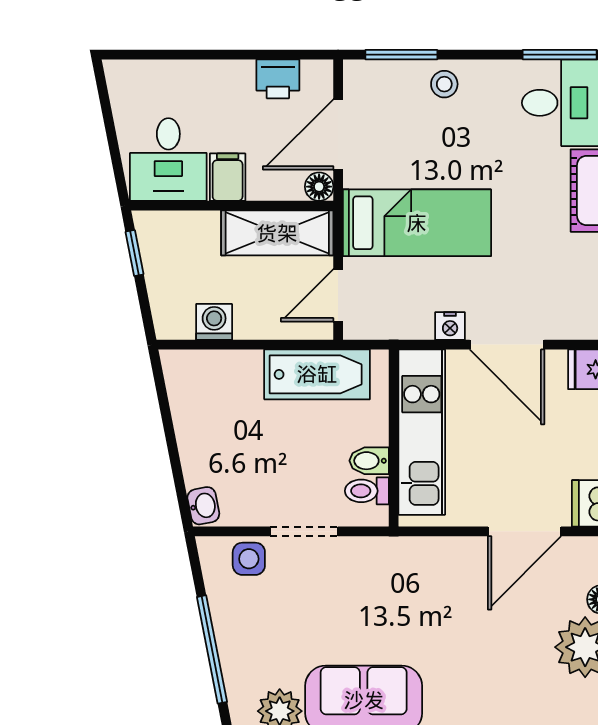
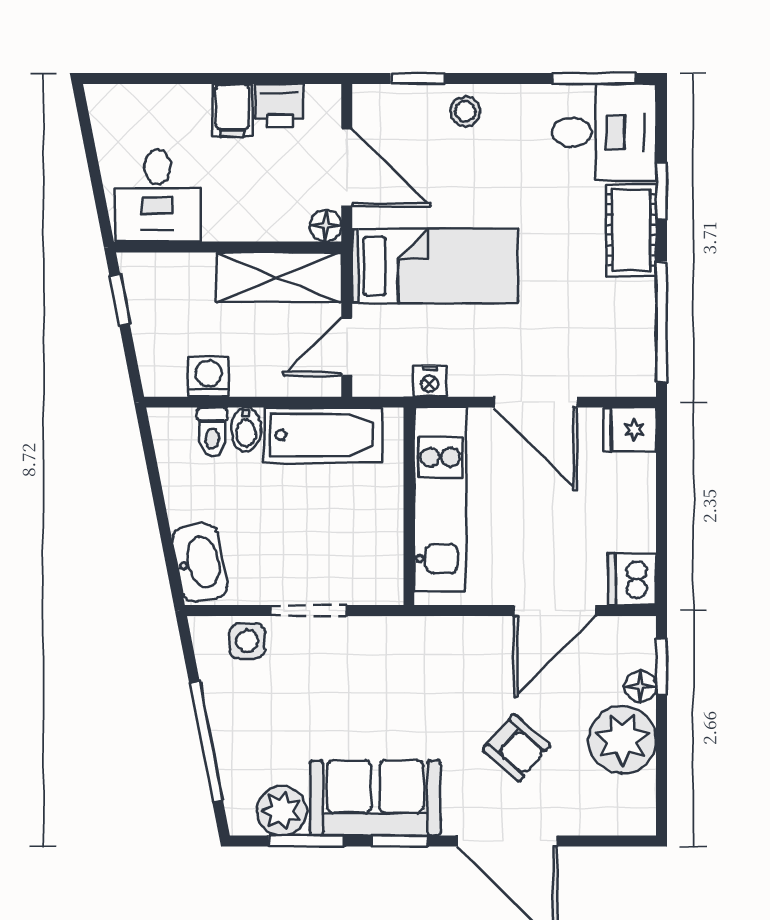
window: (401, 55) -> (417, 79), width x0.67
door: (338, 134) -> (347, 168), swing flipped
filing cabinet: (228, 177) -> (232, 110), moved, turned 180
nightstand: (450, 326) -> (430, 381), moved
bidet: (369, 461) -> (246, 429), moved, turned -90
toilet: (367, 491) -> (212, 432), moved, turned -90
washbasin: (203, 506) -> (200, 563), width x1.91, depth x1.45
armchair: (490, 654) -> (516, 748), added

